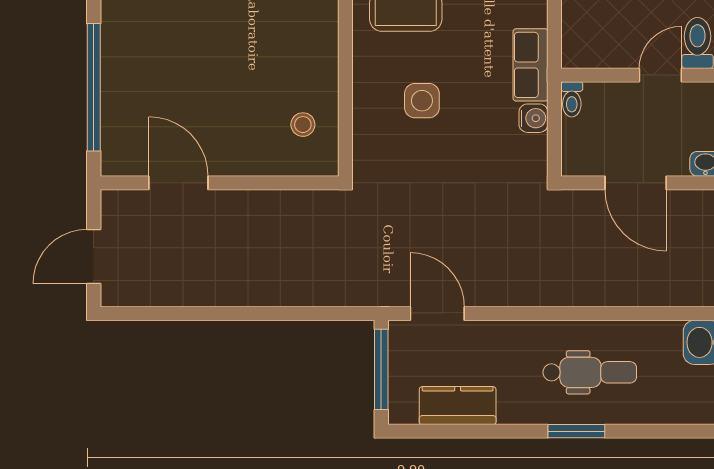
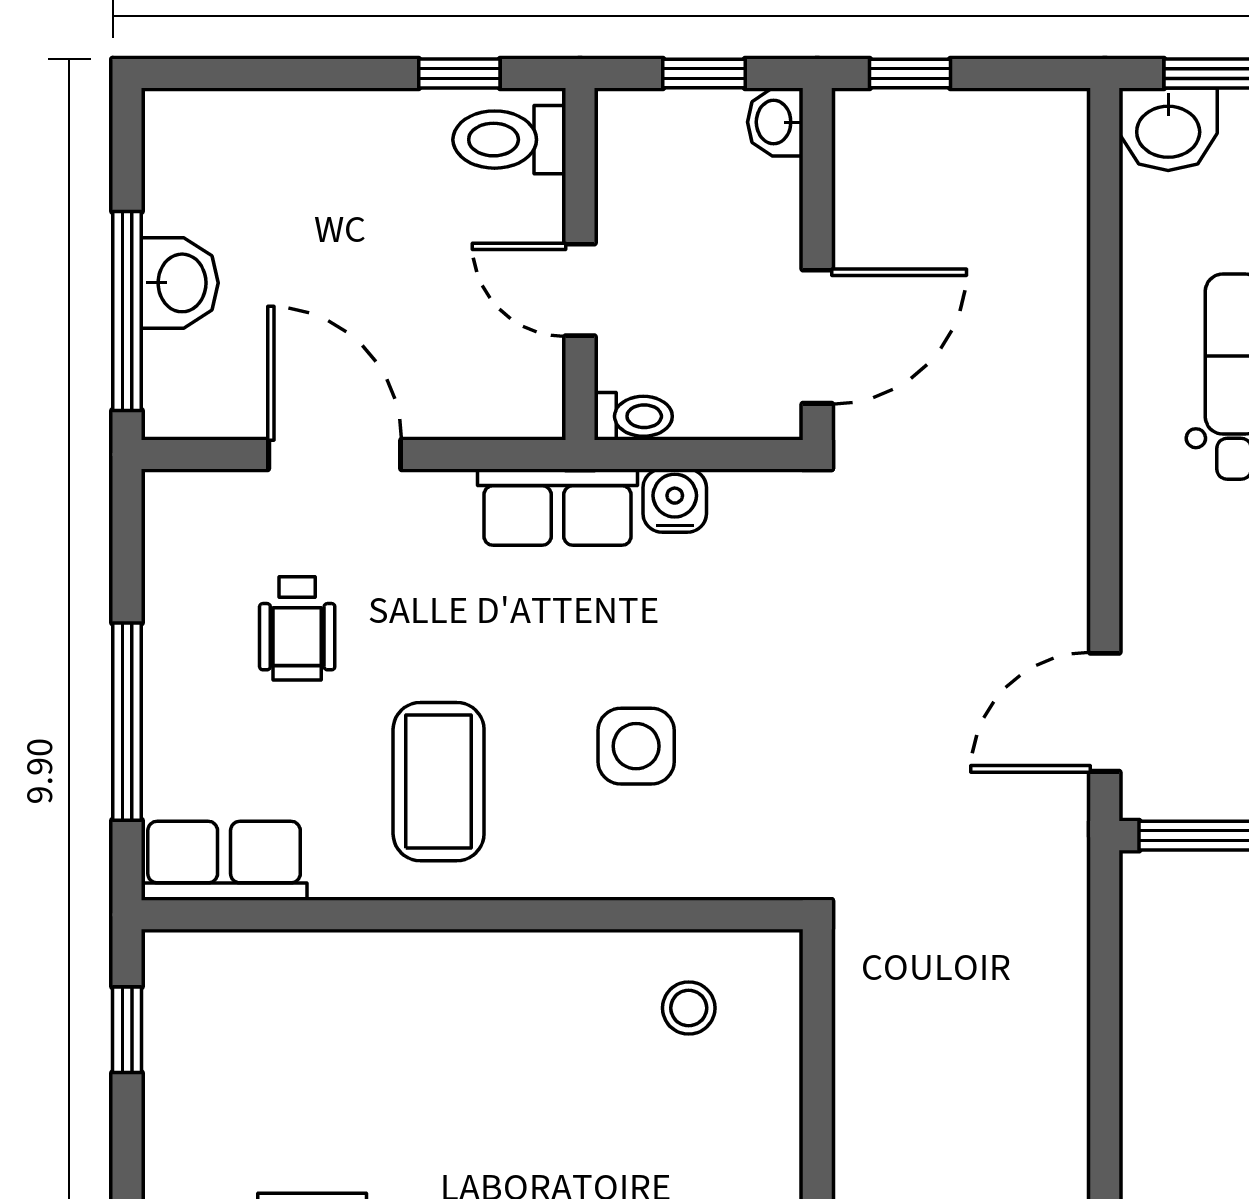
door: (660, 75) -> (580, 290), moved
door: (636, 183) -> (817, 337), moved

